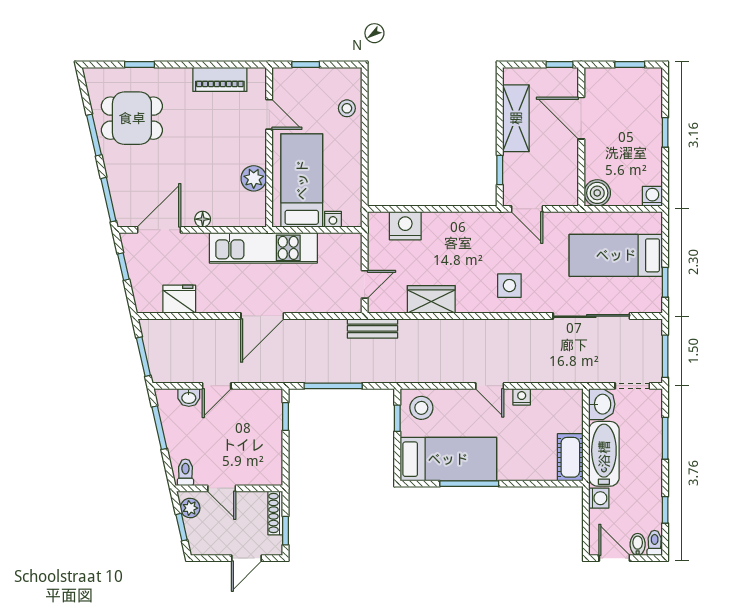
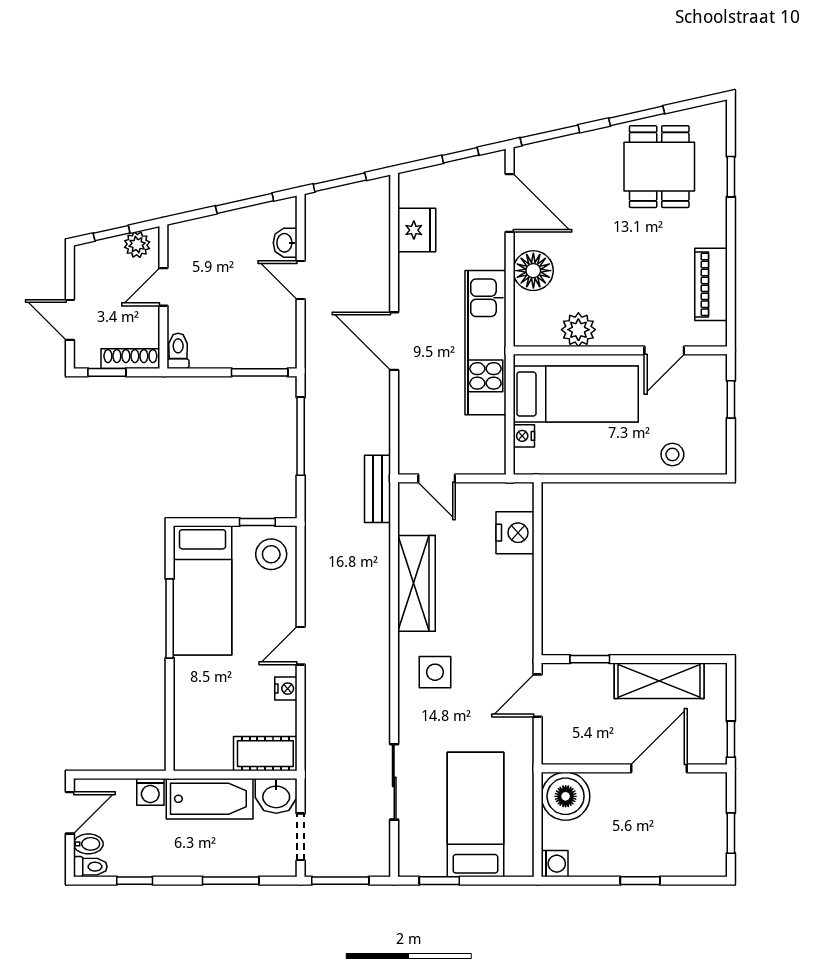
boiler: (597, 193) -> (566, 796), width x1.37, depth x1.37
floor lamp: (203, 219) -> (533, 271), width x1.89, depth x1.89
wardrobe: (431, 299) -> (416, 583), width x1.50
sliding door: (591, 316) -> (394, 782), width x0.73
window: (286, 417) -> (260, 372), width x1.50
cot: (570, 457) -> (265, 754), moved
toilet: (185, 472) -> (178, 351), moved, turned -90

